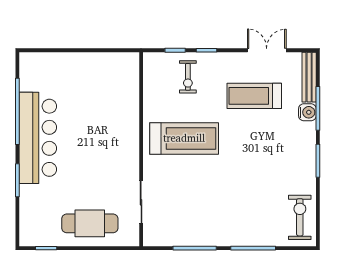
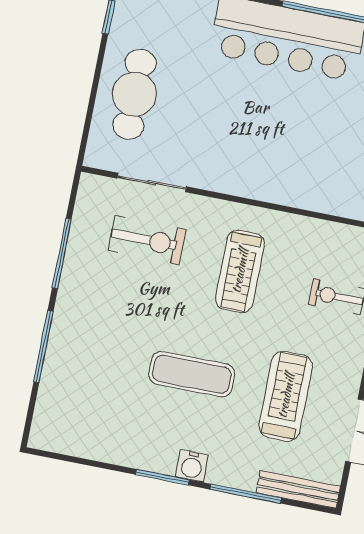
water cooler: (307, 112) -> (192, 466), moved
treadmill: (184, 138) -> (240, 271), width x0.73, depth x0.73
exercise mat: (252, 155) -> (192, 374), added
exercise bike: (300, 217) -> (147, 240), moved

